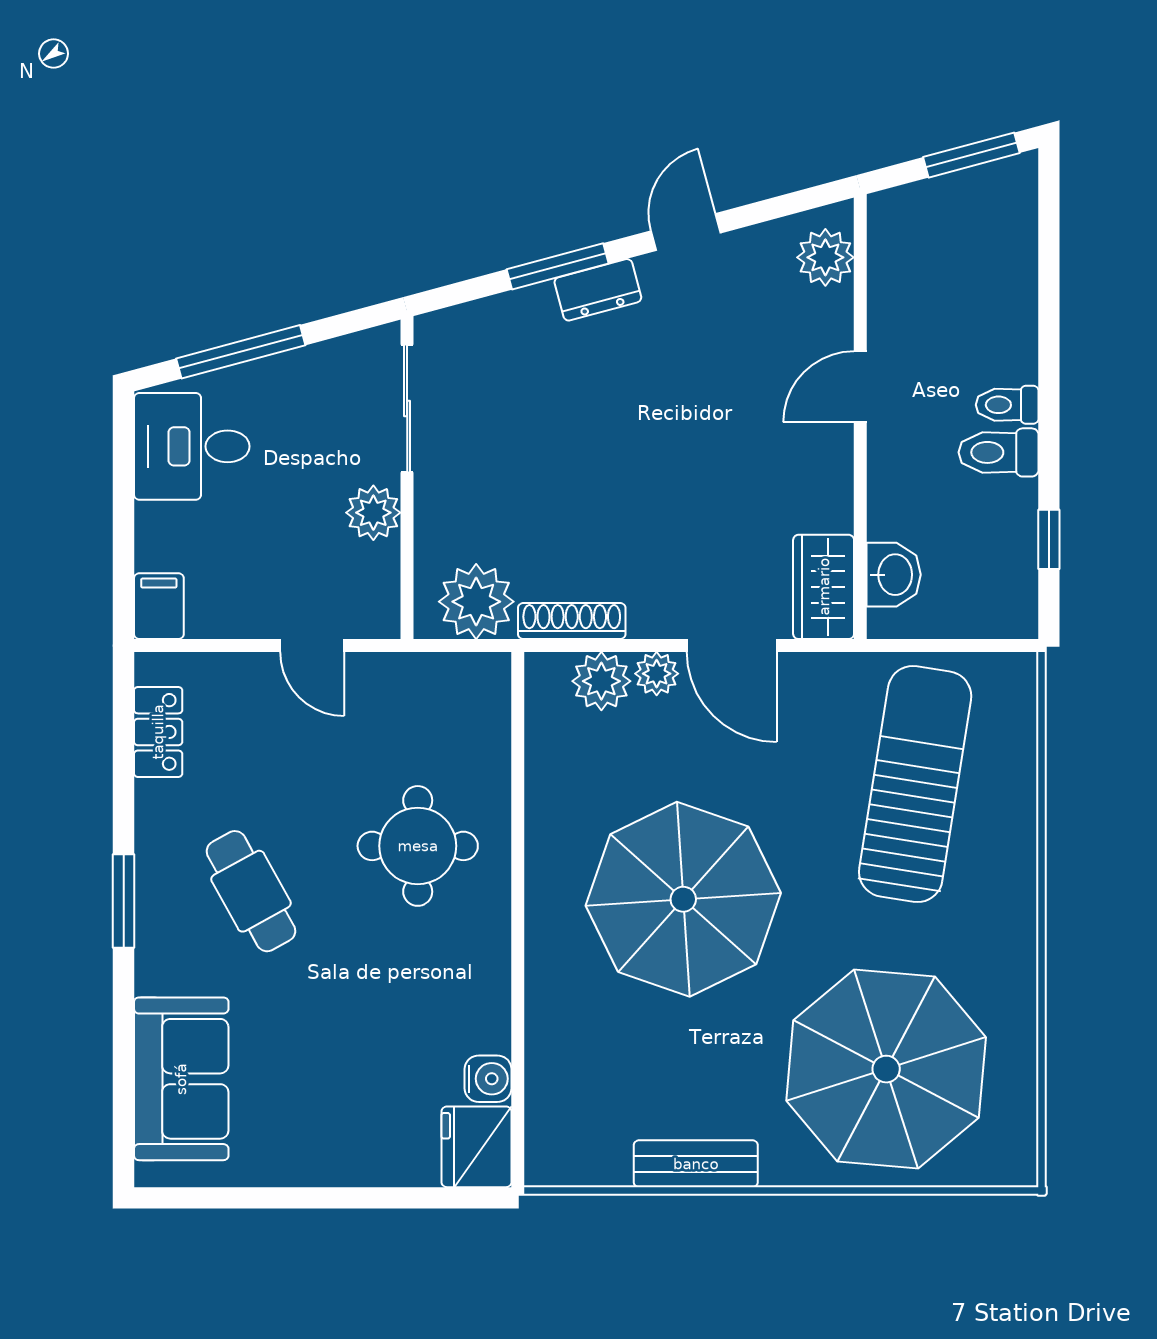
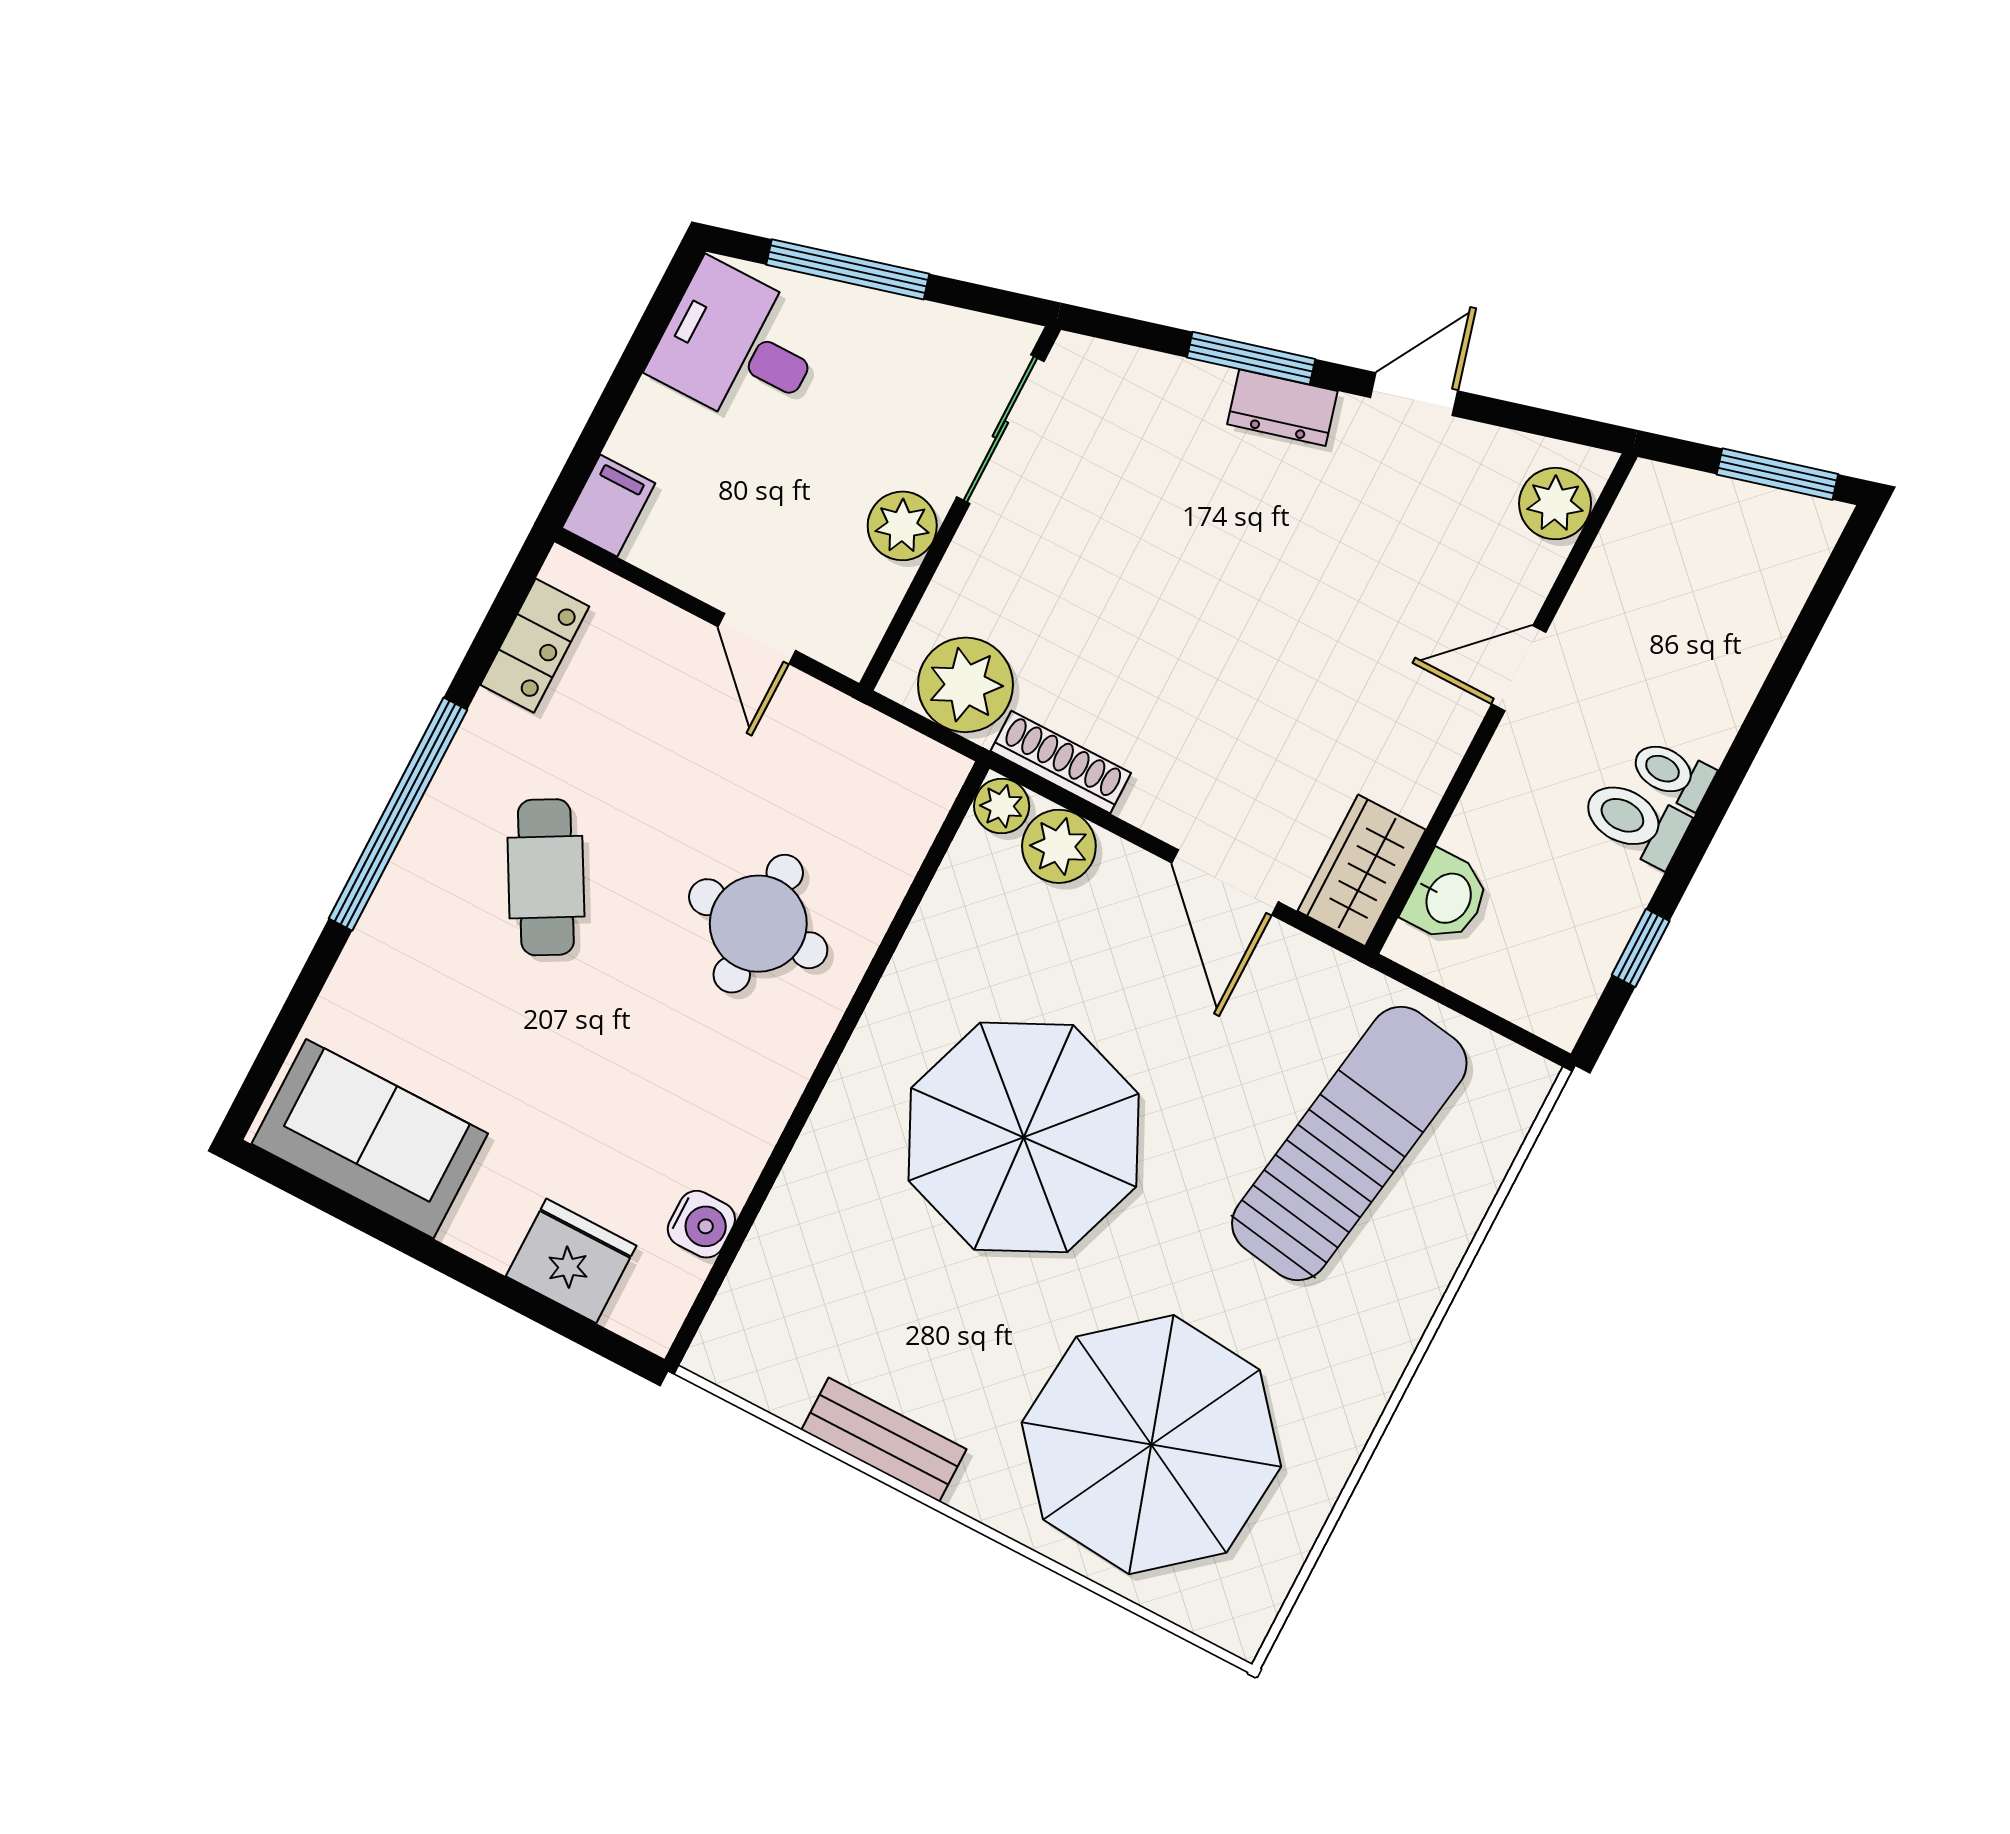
plant: (657, 674) -> (1002, 806), moved
window: (124, 901) -> (398, 814), width x2.11
sofa: (181, 1079) -> (370, 1139), moved, turned -90
fridge: (476, 1147) -> (571, 1261), moved, turned 90

